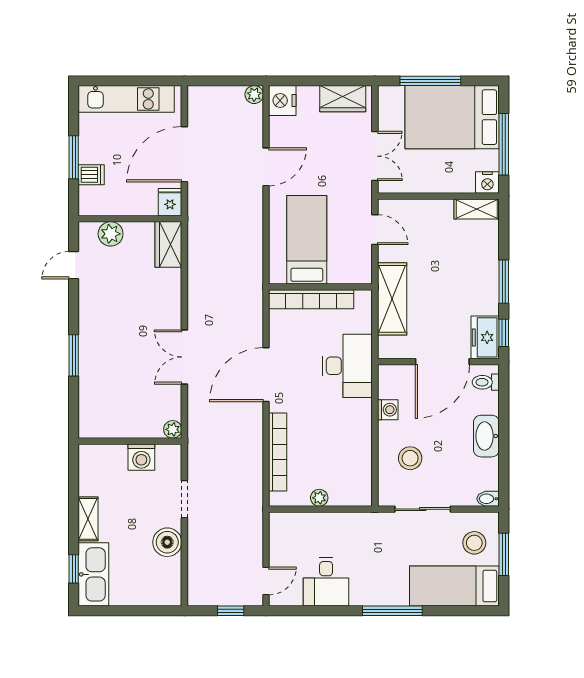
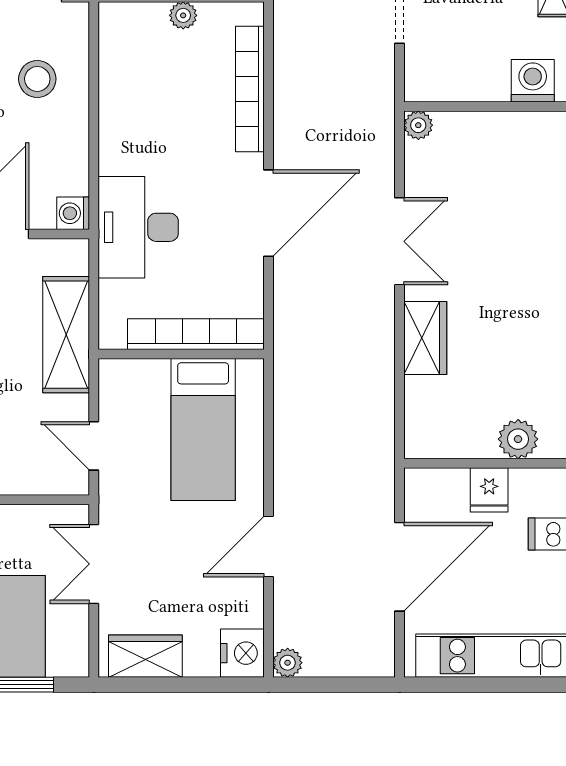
fridge: (170, 202) -> (489, 490), moved
wardrobe: (168, 244) -> (425, 338), moved
washing machine: (388, 410) -> (73, 213), moved
washing machine: (141, 457) -> (533, 81), moved

